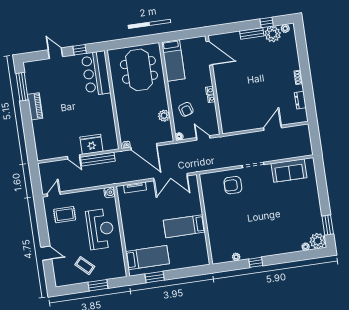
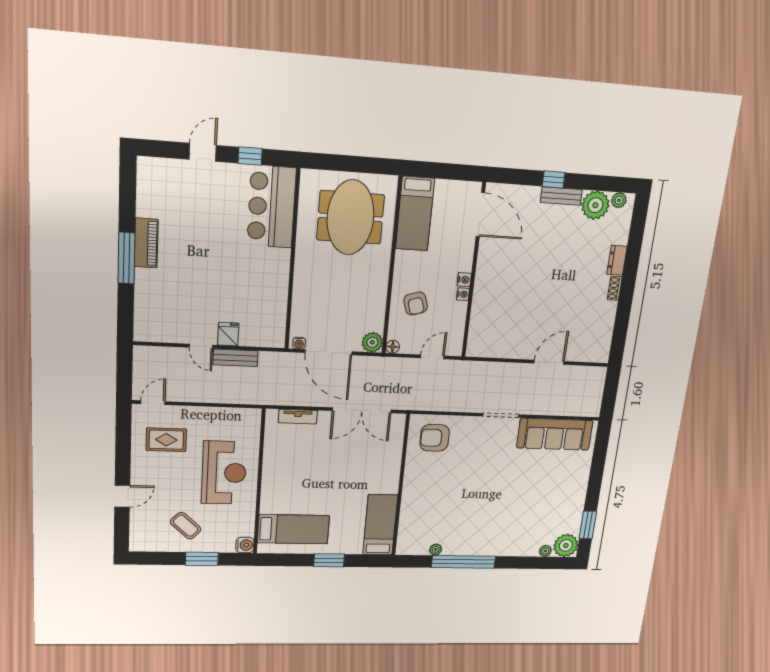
window: (267, 22) -> (554, 179), moved
door: (55, 53) -> (203, 152), hinge flipped
window: (22, 87) -> (126, 258), moved
dresser: (300, 100) -> (617, 260), moved
plant: (164, 116) -> (372, 342), moved
door: (203, 138) -> (432, 357), hinge flipped
fridge: (91, 144) -> (228, 334), width x0.53, depth x0.75
bench: (98, 159) -> (235, 358), width x0.73
sofa: (289, 171) -> (555, 434), width x1.36
armchair: (233, 185) -> (435, 438), moved
water cooler: (109, 192) -> (245, 545), moved
bed: (184, 226) -> (380, 525), moved, turned 90
door: (46, 253) -> (122, 496), hinge flipped
window: (256, 262) -> (463, 562), width x3.17
window: (155, 277) -> (329, 560), moved

